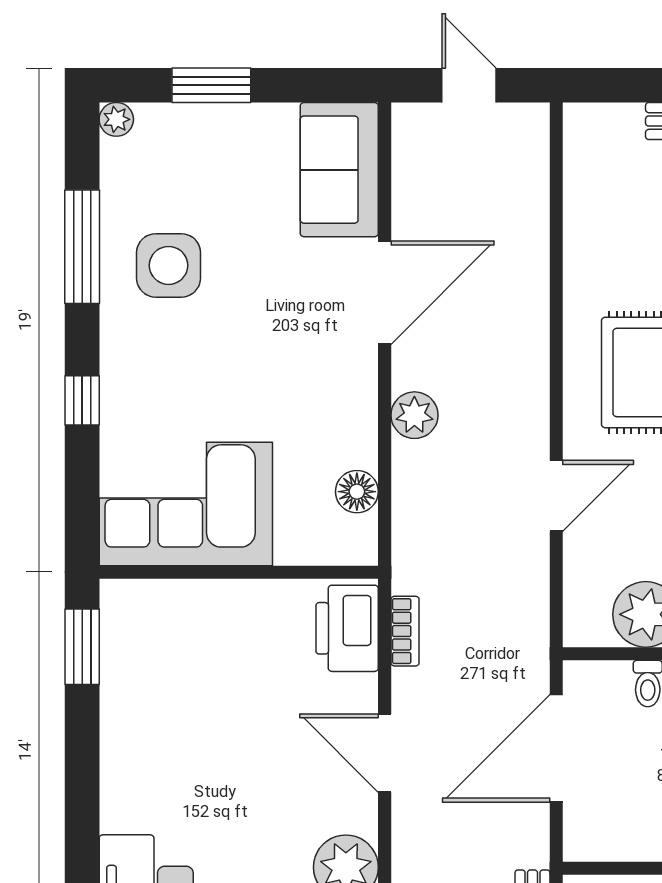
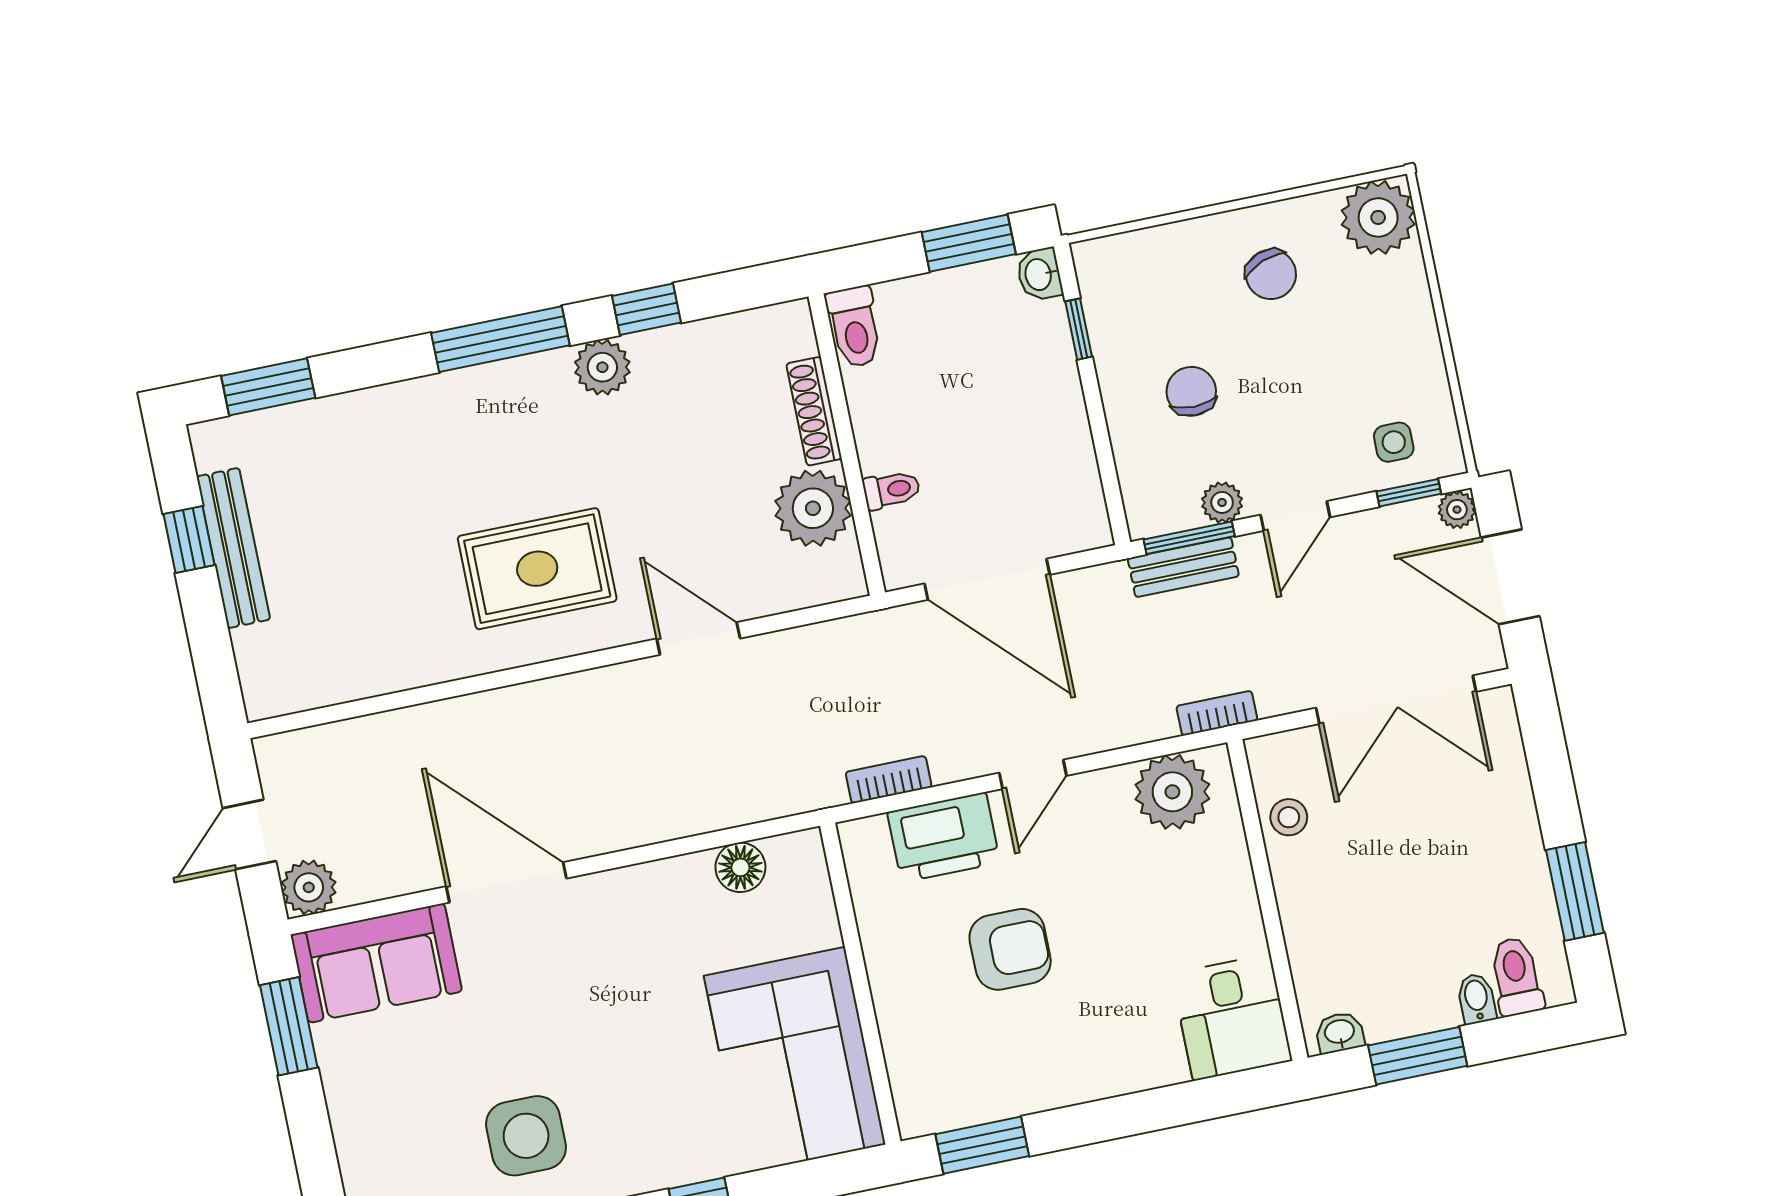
window: (211, 85) -> (289, 1026), moved
plant: (414, 415) -> (309, 887), moved
printer: (347, 628) -> (944, 837), moved
armchair: (242, 704) -> (1010, 949), added
door: (385, 753) -> (1033, 774), width x0.73

